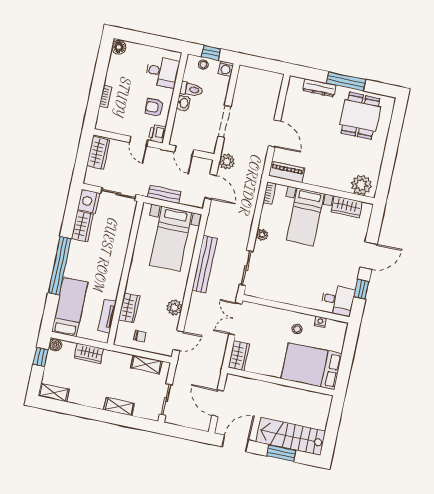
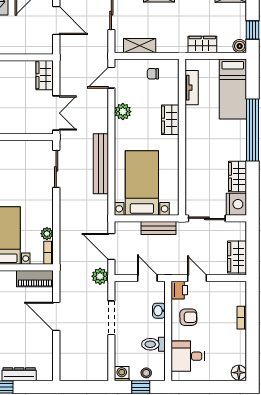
washbasin: (183, 103) -> (159, 311), moved
plant: (262, 235) -> (47, 234), moved
wardrobe: (129, 308) -> (170, 120), moved

